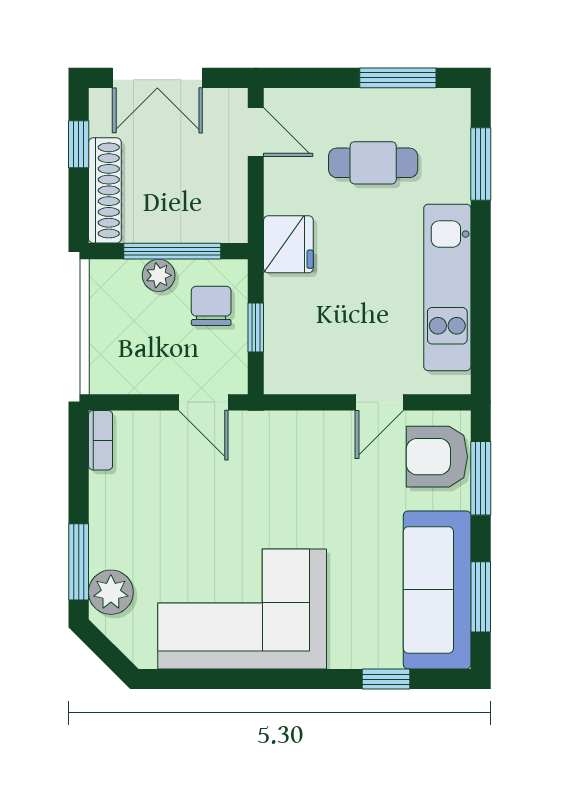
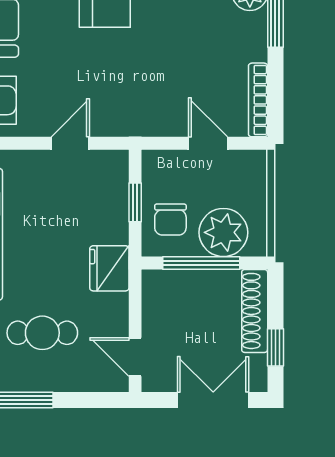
plant: (159, 275) -> (223, 232), width x1.88, depth x1.88
door: (203, 402) -> (208, 143), moved
door: (379, 402) -> (70, 143), moved
bookcase: (101, 440) -> (258, 100), width x1.56

